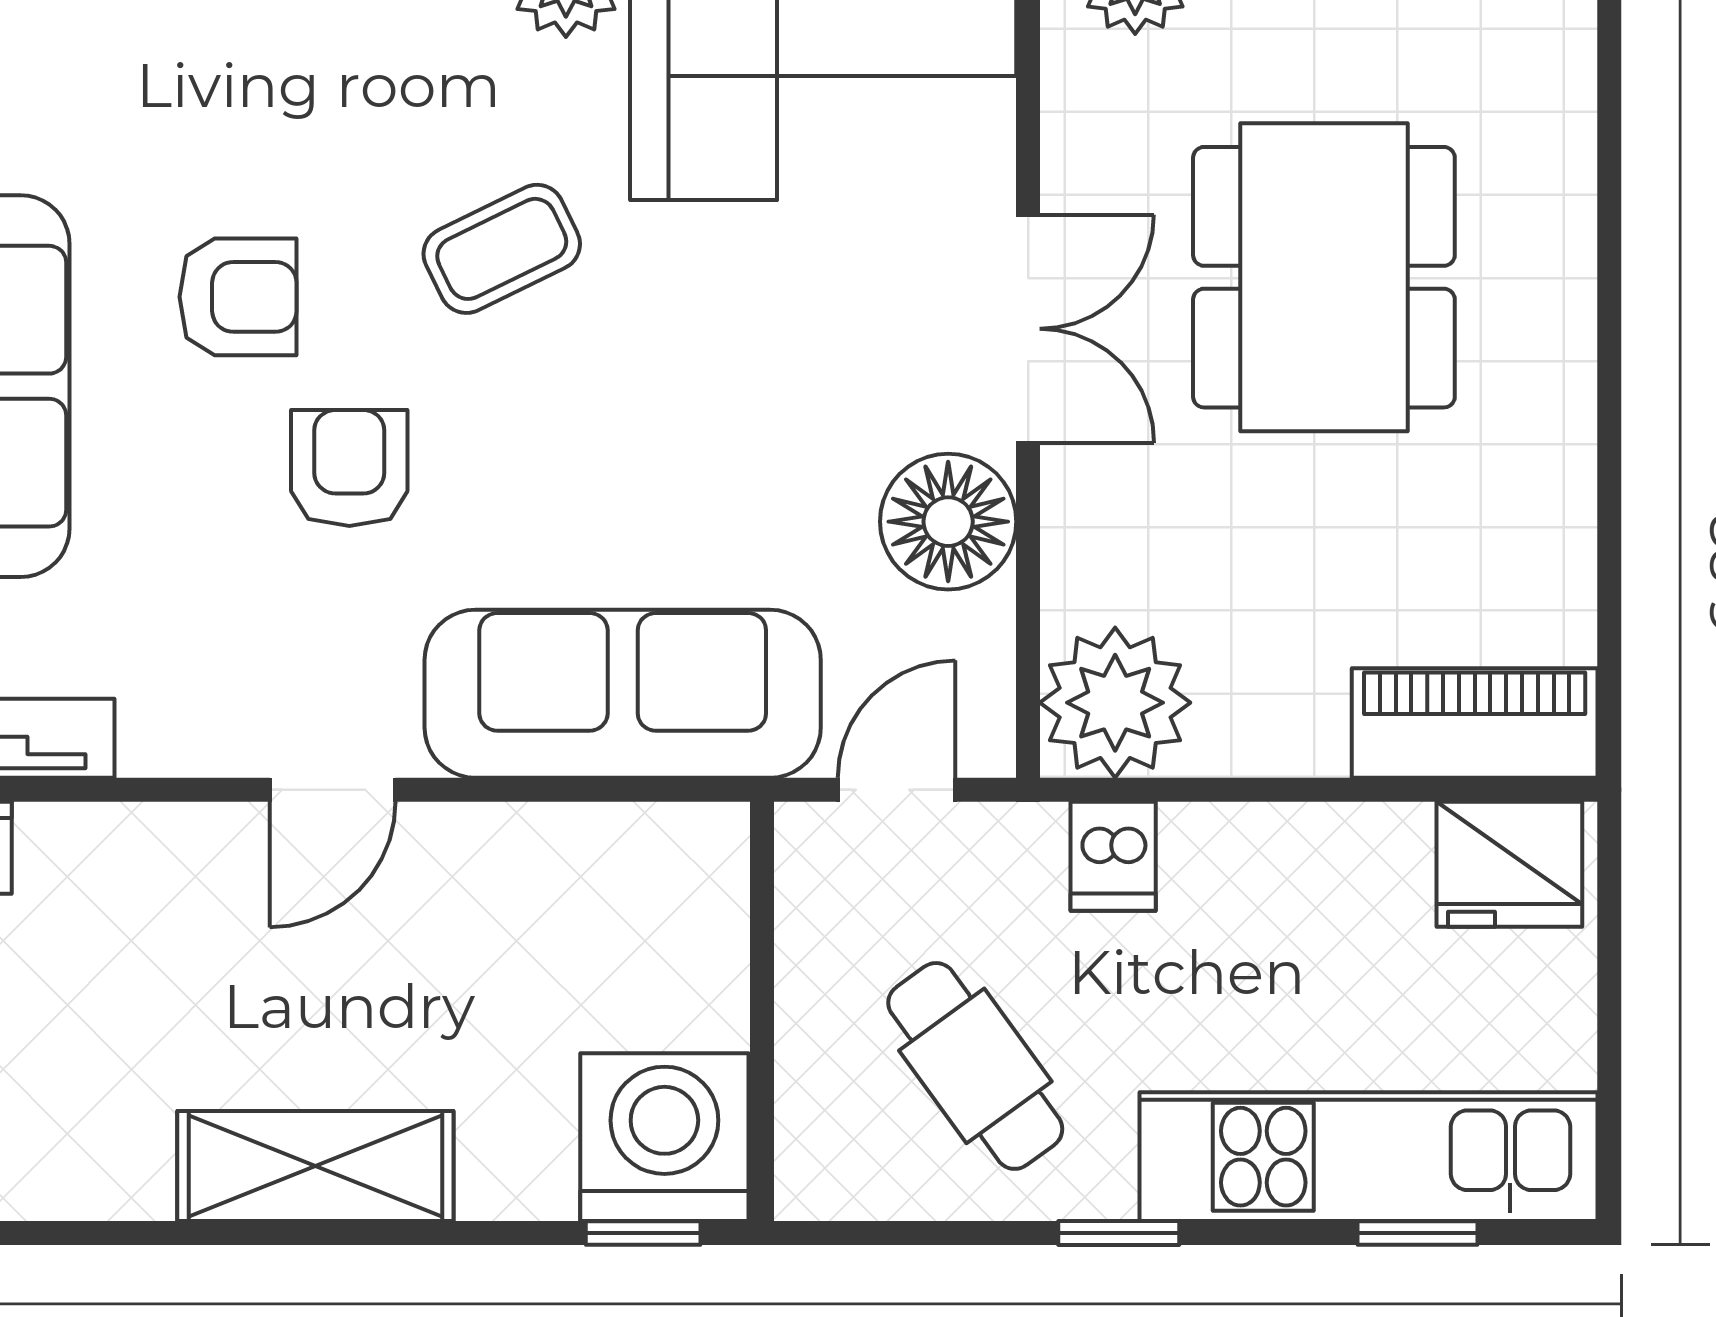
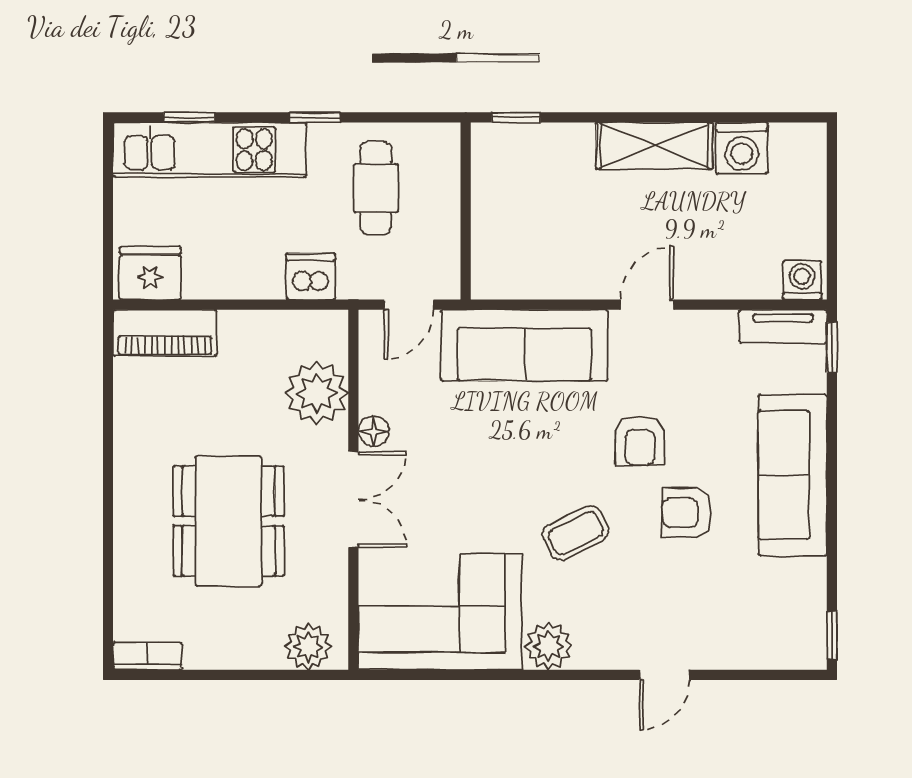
double door: (1028, 329) -> (353, 499), swing flipped
floor lamp: (948, 522) -> (374, 431), width x0.53, depth x0.53
plant: (1115, 703) -> (317, 393), moved
dishwasher: (1113, 856) -> (311, 277), width x1.38
cafe table: (975, 1066) -> (376, 188), turned 36
washing machine: (664, 1137) -> (742, 148), moved, width x0.73, depth x0.73

